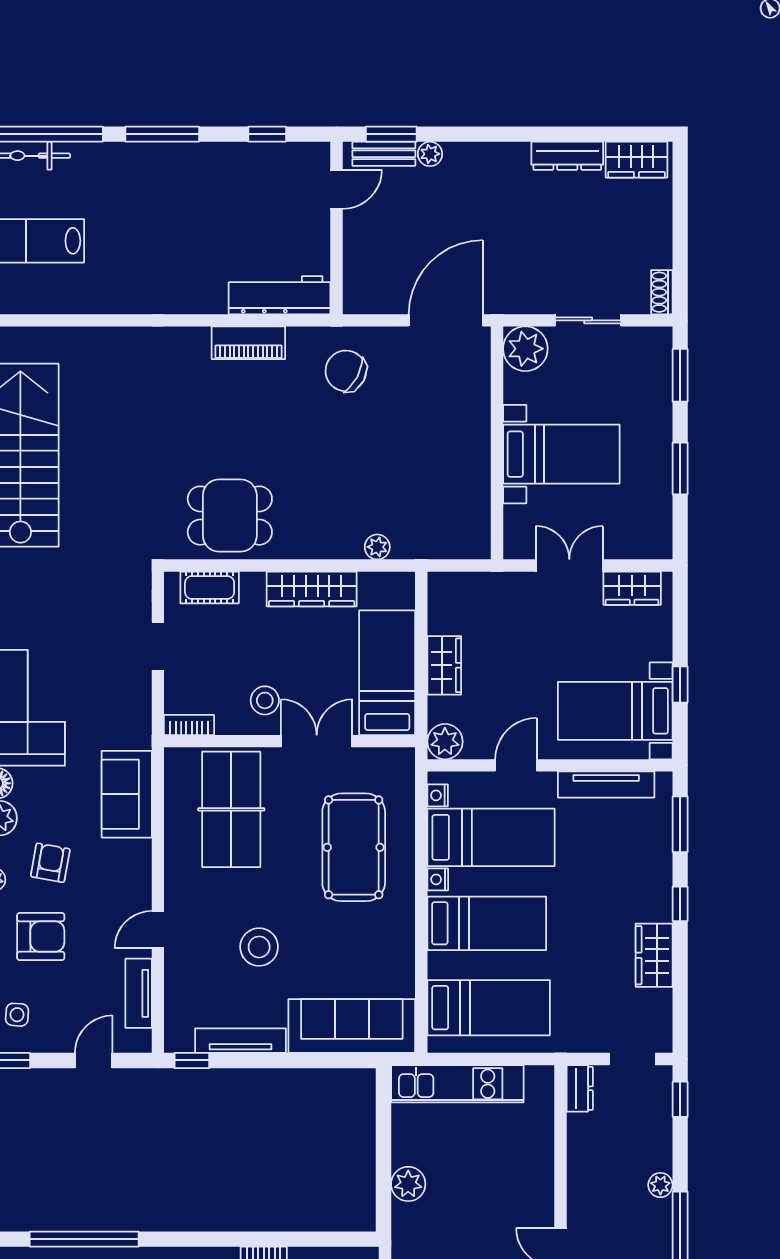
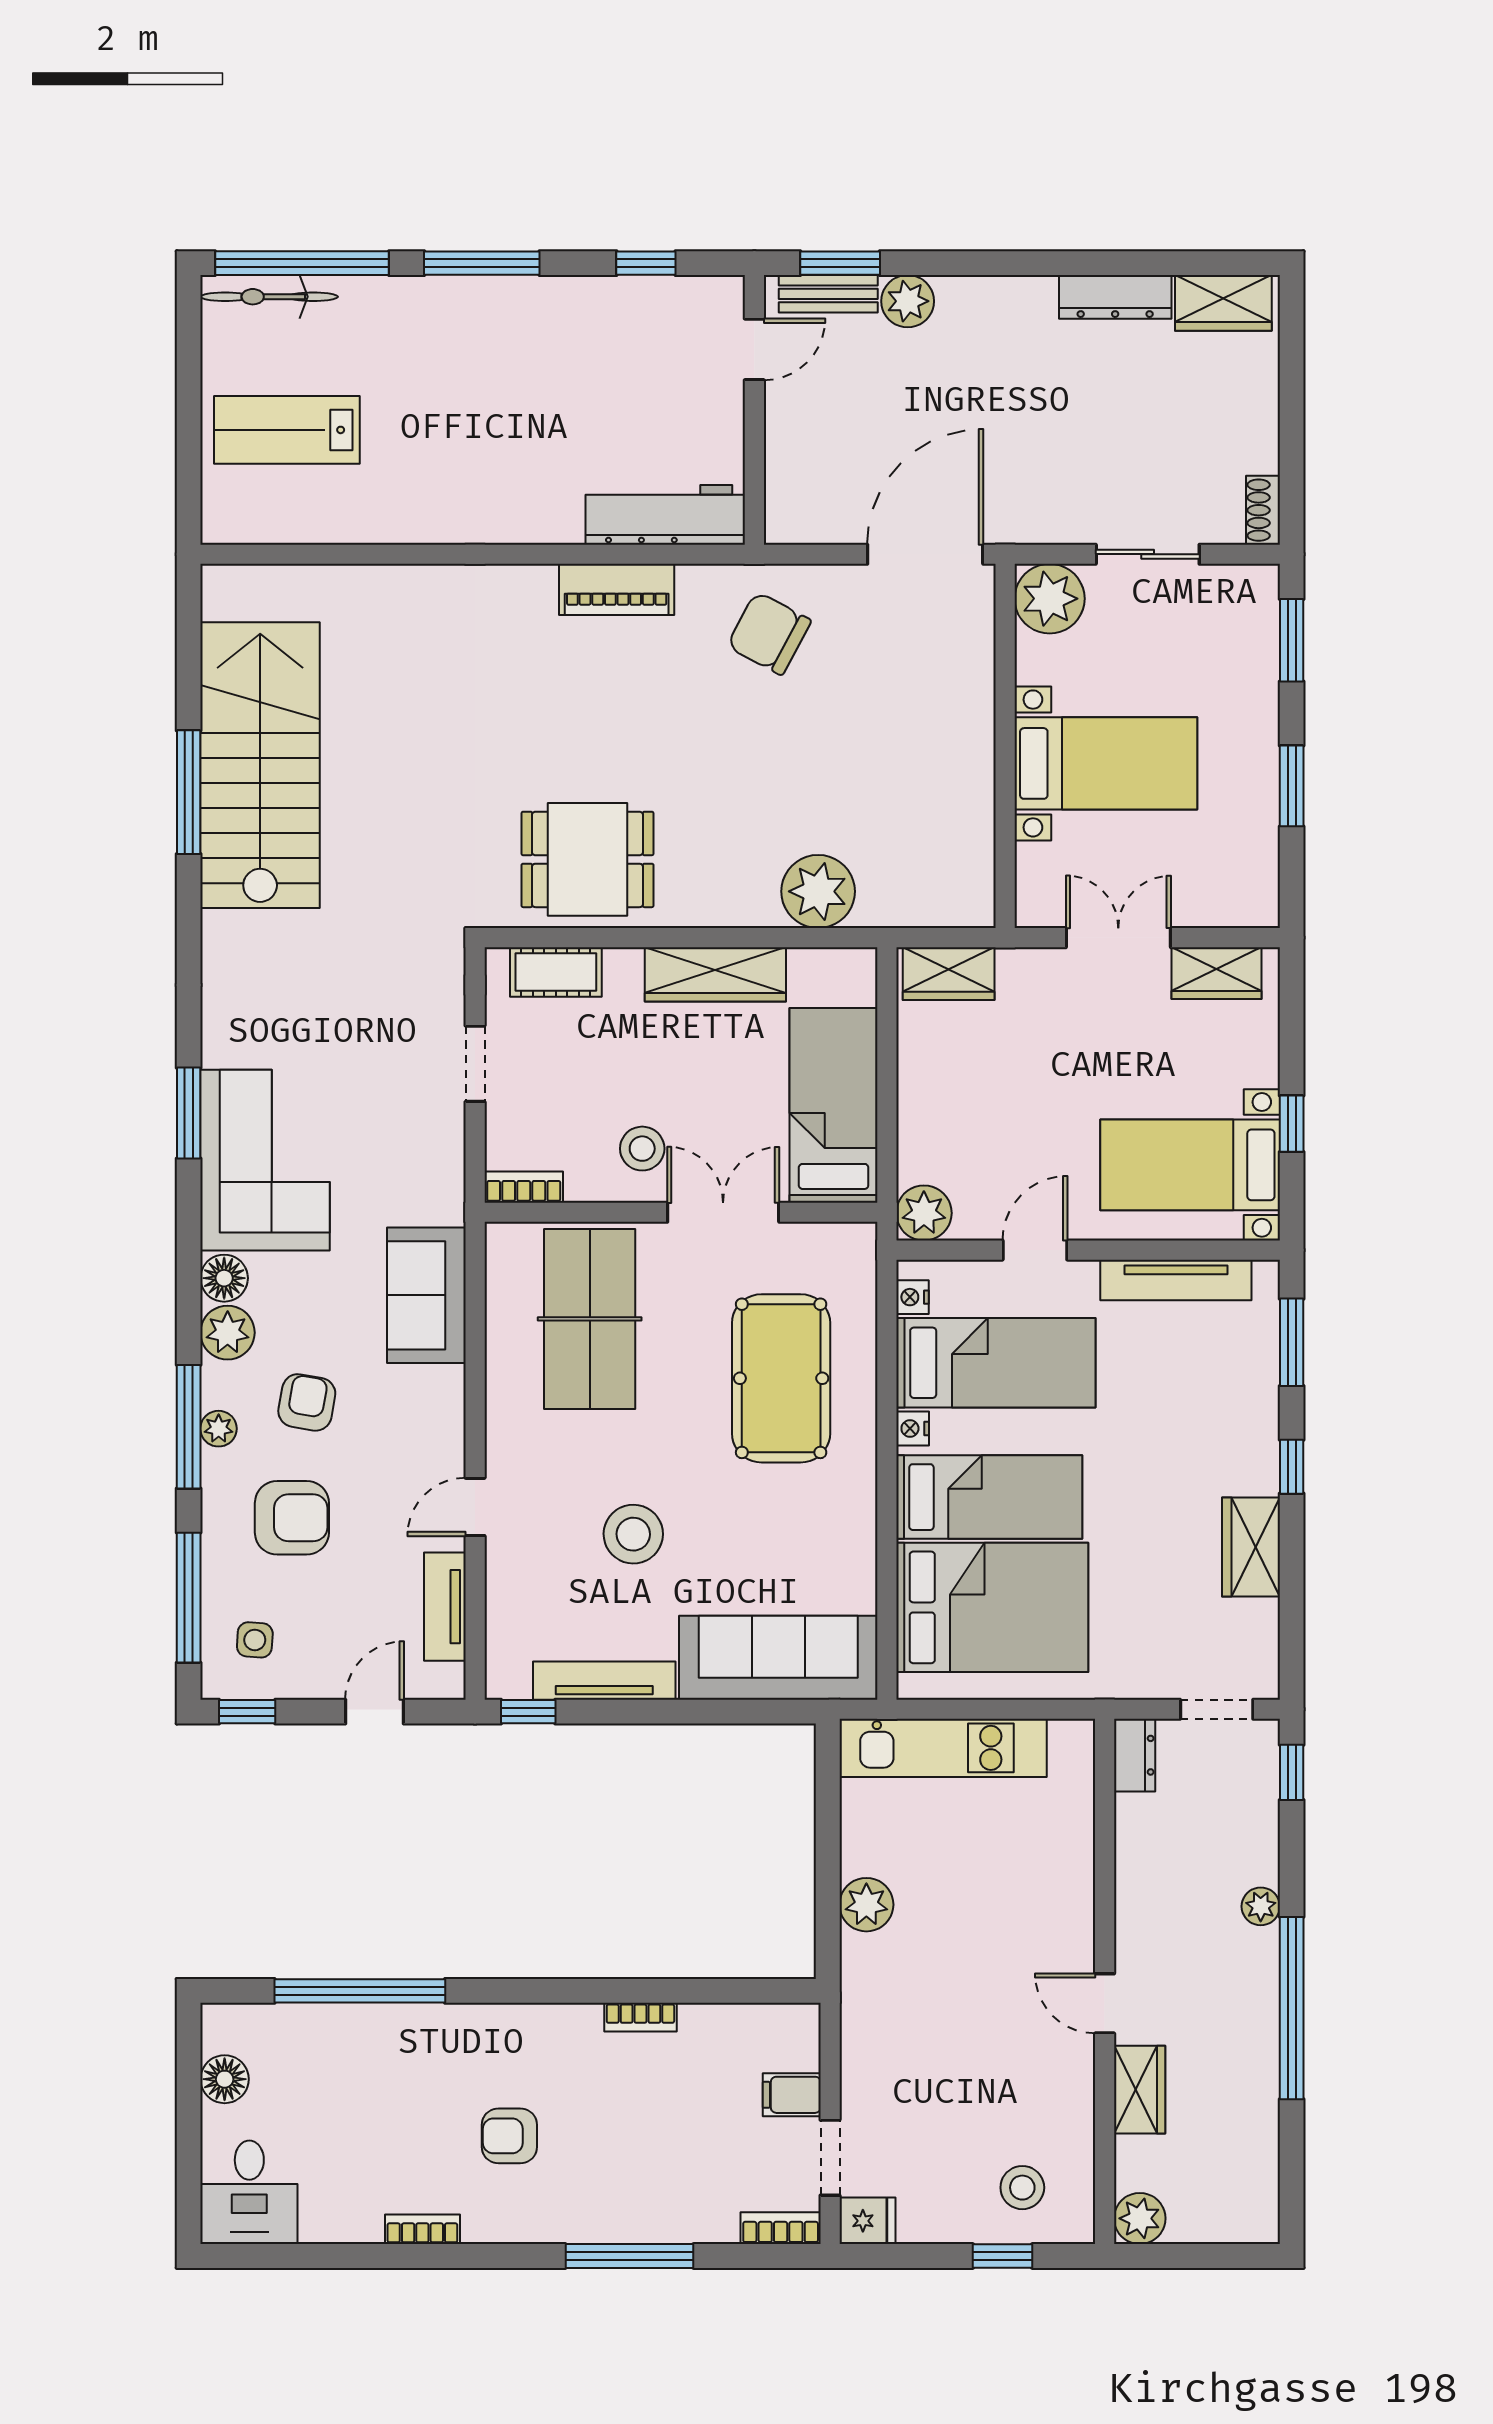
plant: (430, 154) -> (908, 301), width x1.38, depth x1.38
plant: (377, 547) -> (818, 891), width x1.88, depth x1.88
wardrobe: (444, 665) -> (949, 974), moved, turned 90
bed: (489, 1008) -> (992, 1607), width x1.50

